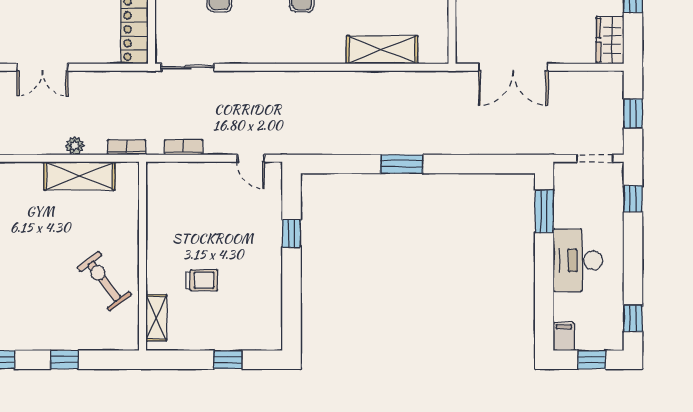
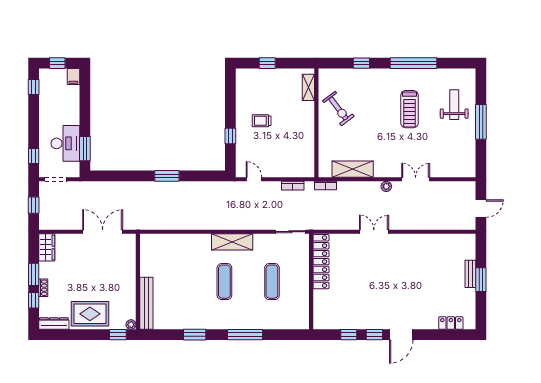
shelving: (382, 50) -> (232, 242), moved
plant: (75, 146) -> (386, 186), moved
desk: (578, 260) -> (65, 143), moved
trolley: (202, 280) -> (262, 121), moved

